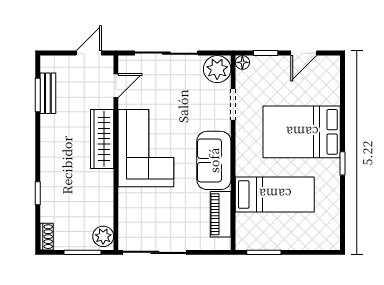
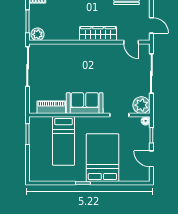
corner sofa: (146, 148) -> (92, 61), removed

